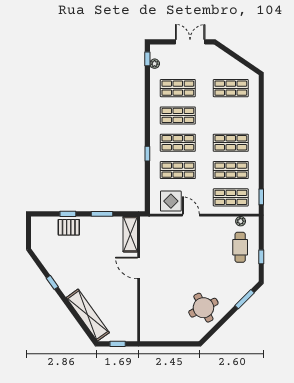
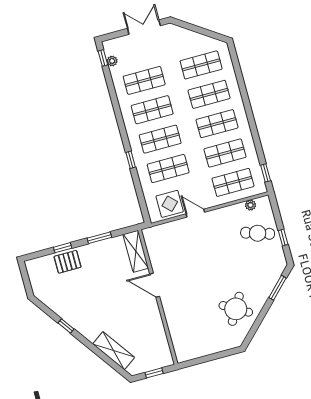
shop shelf: (231, 115) -> (209, 94), added
cafe table: (240, 247) -> (258, 233), turned -72
round table: (203, 308) -> (236, 309), turned -33
shelving: (88, 315) -> (114, 351), width x0.68

